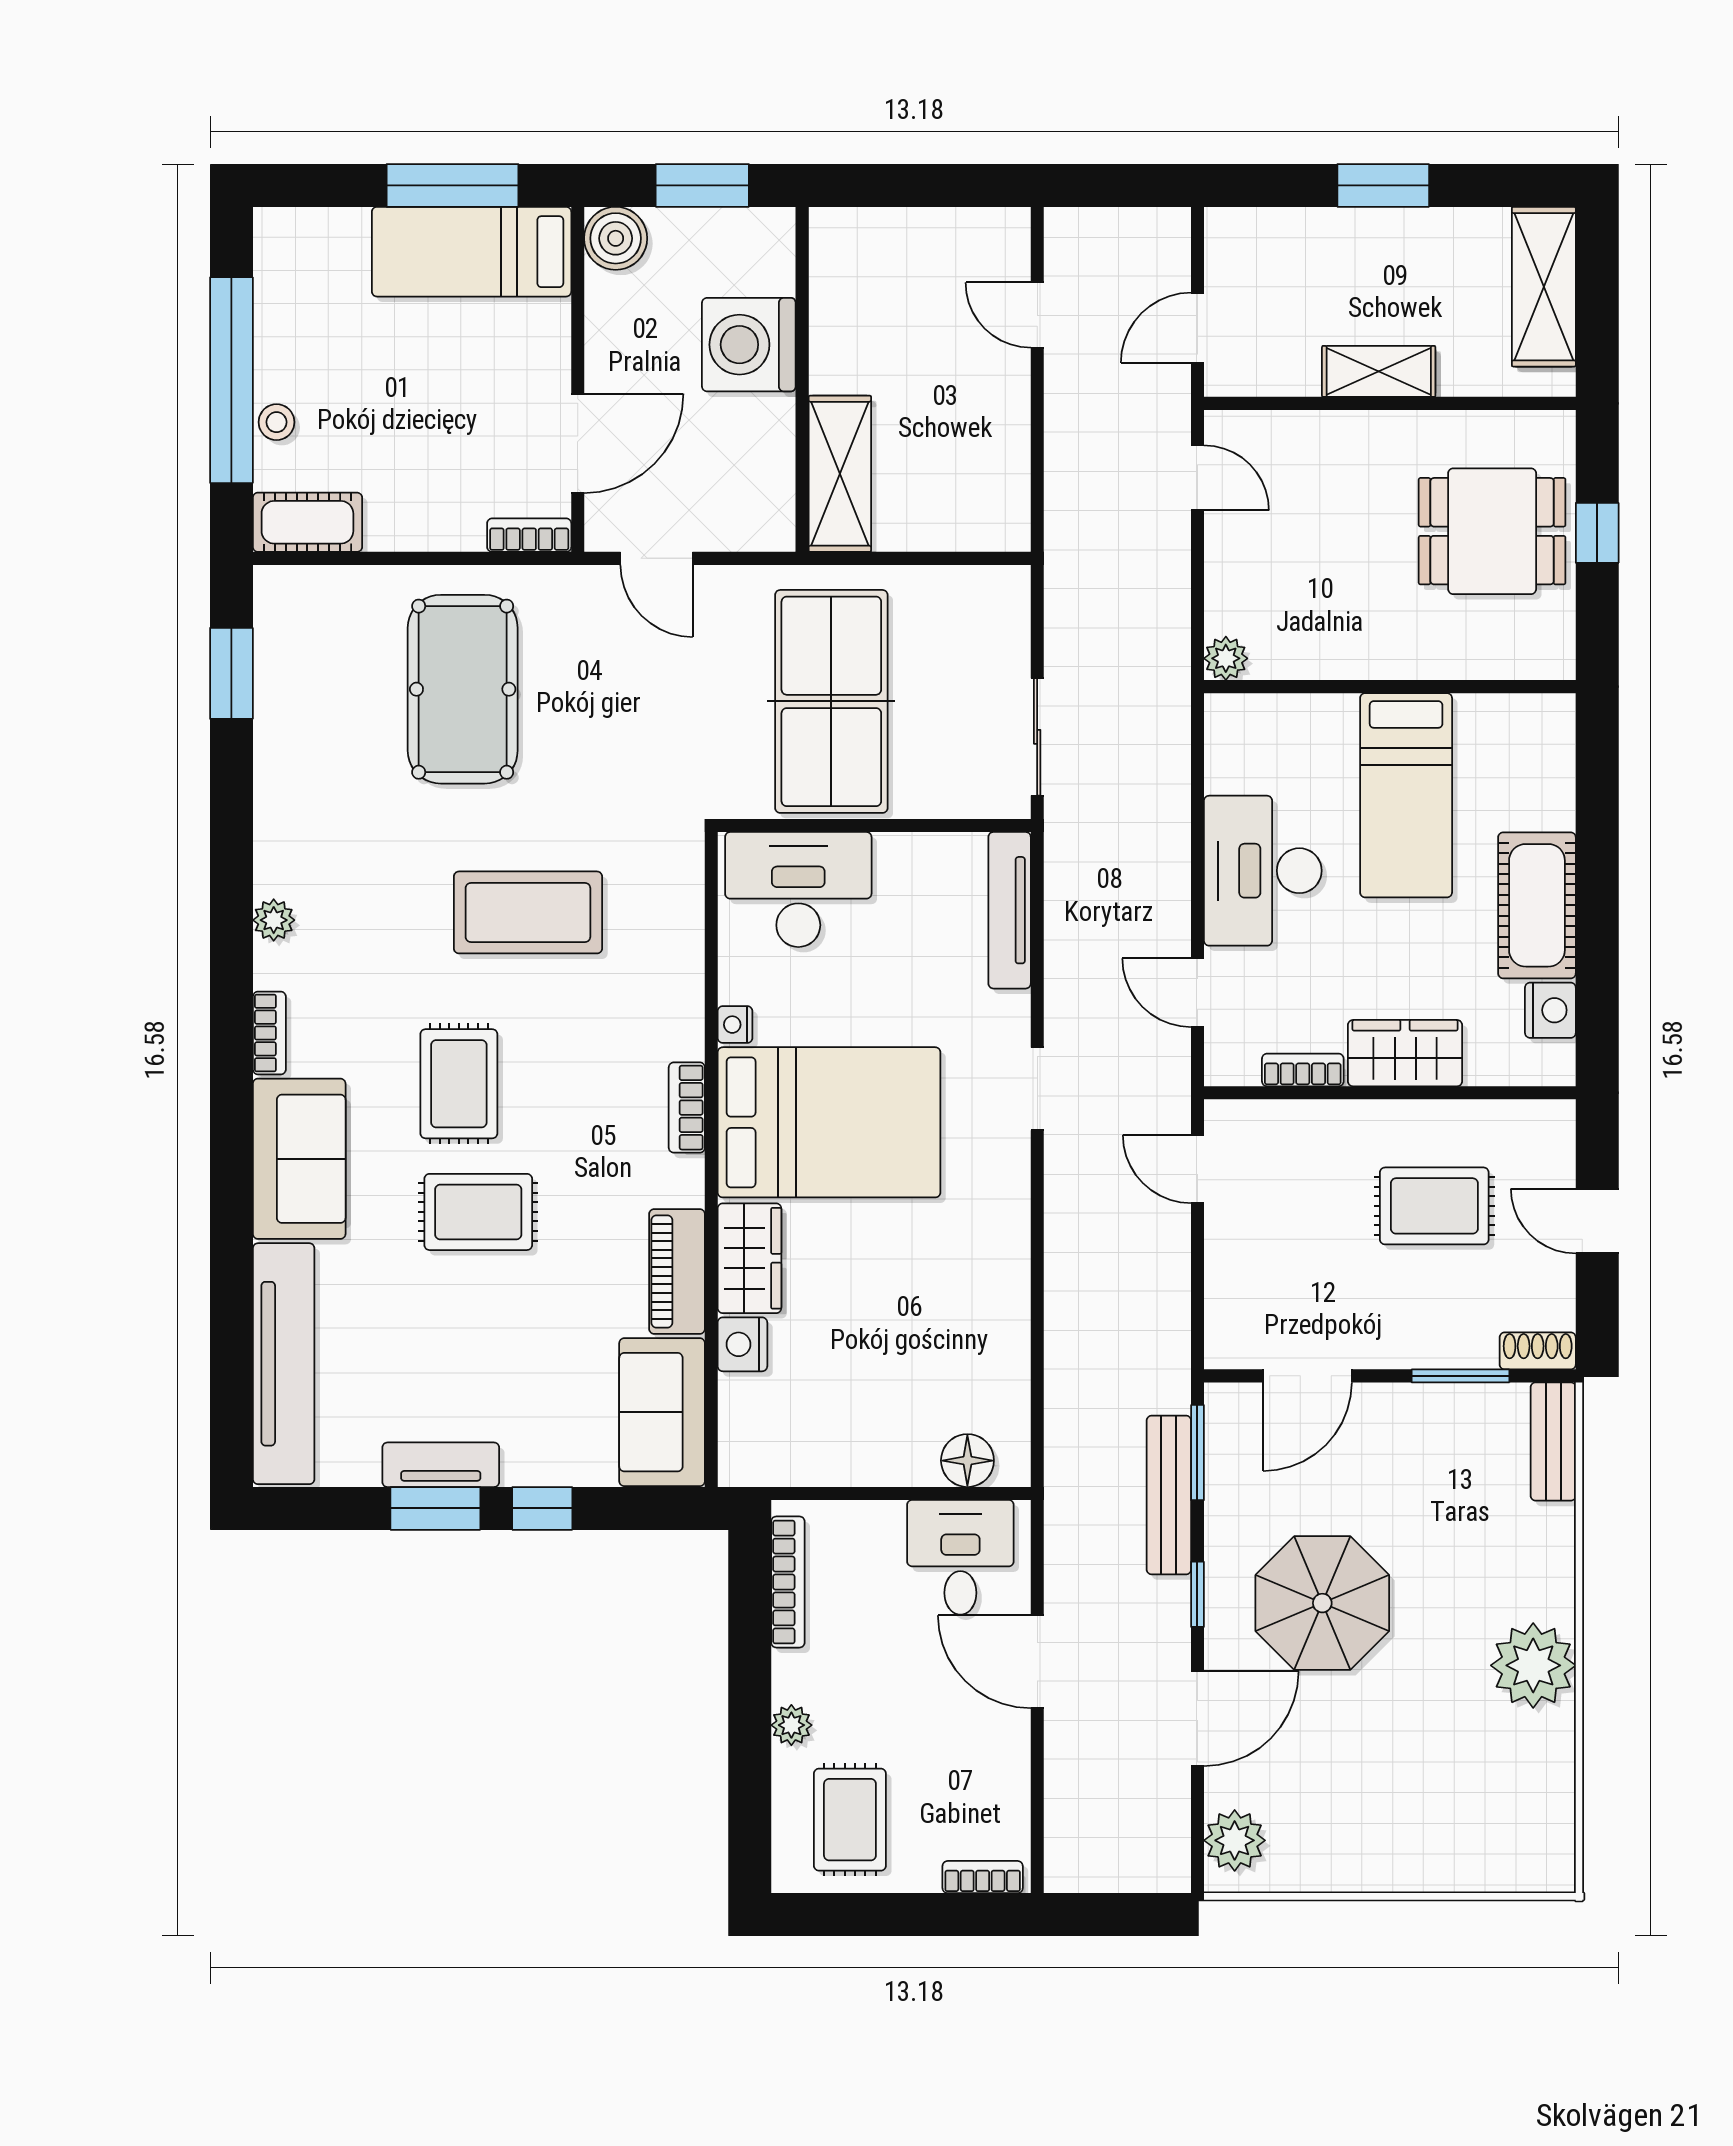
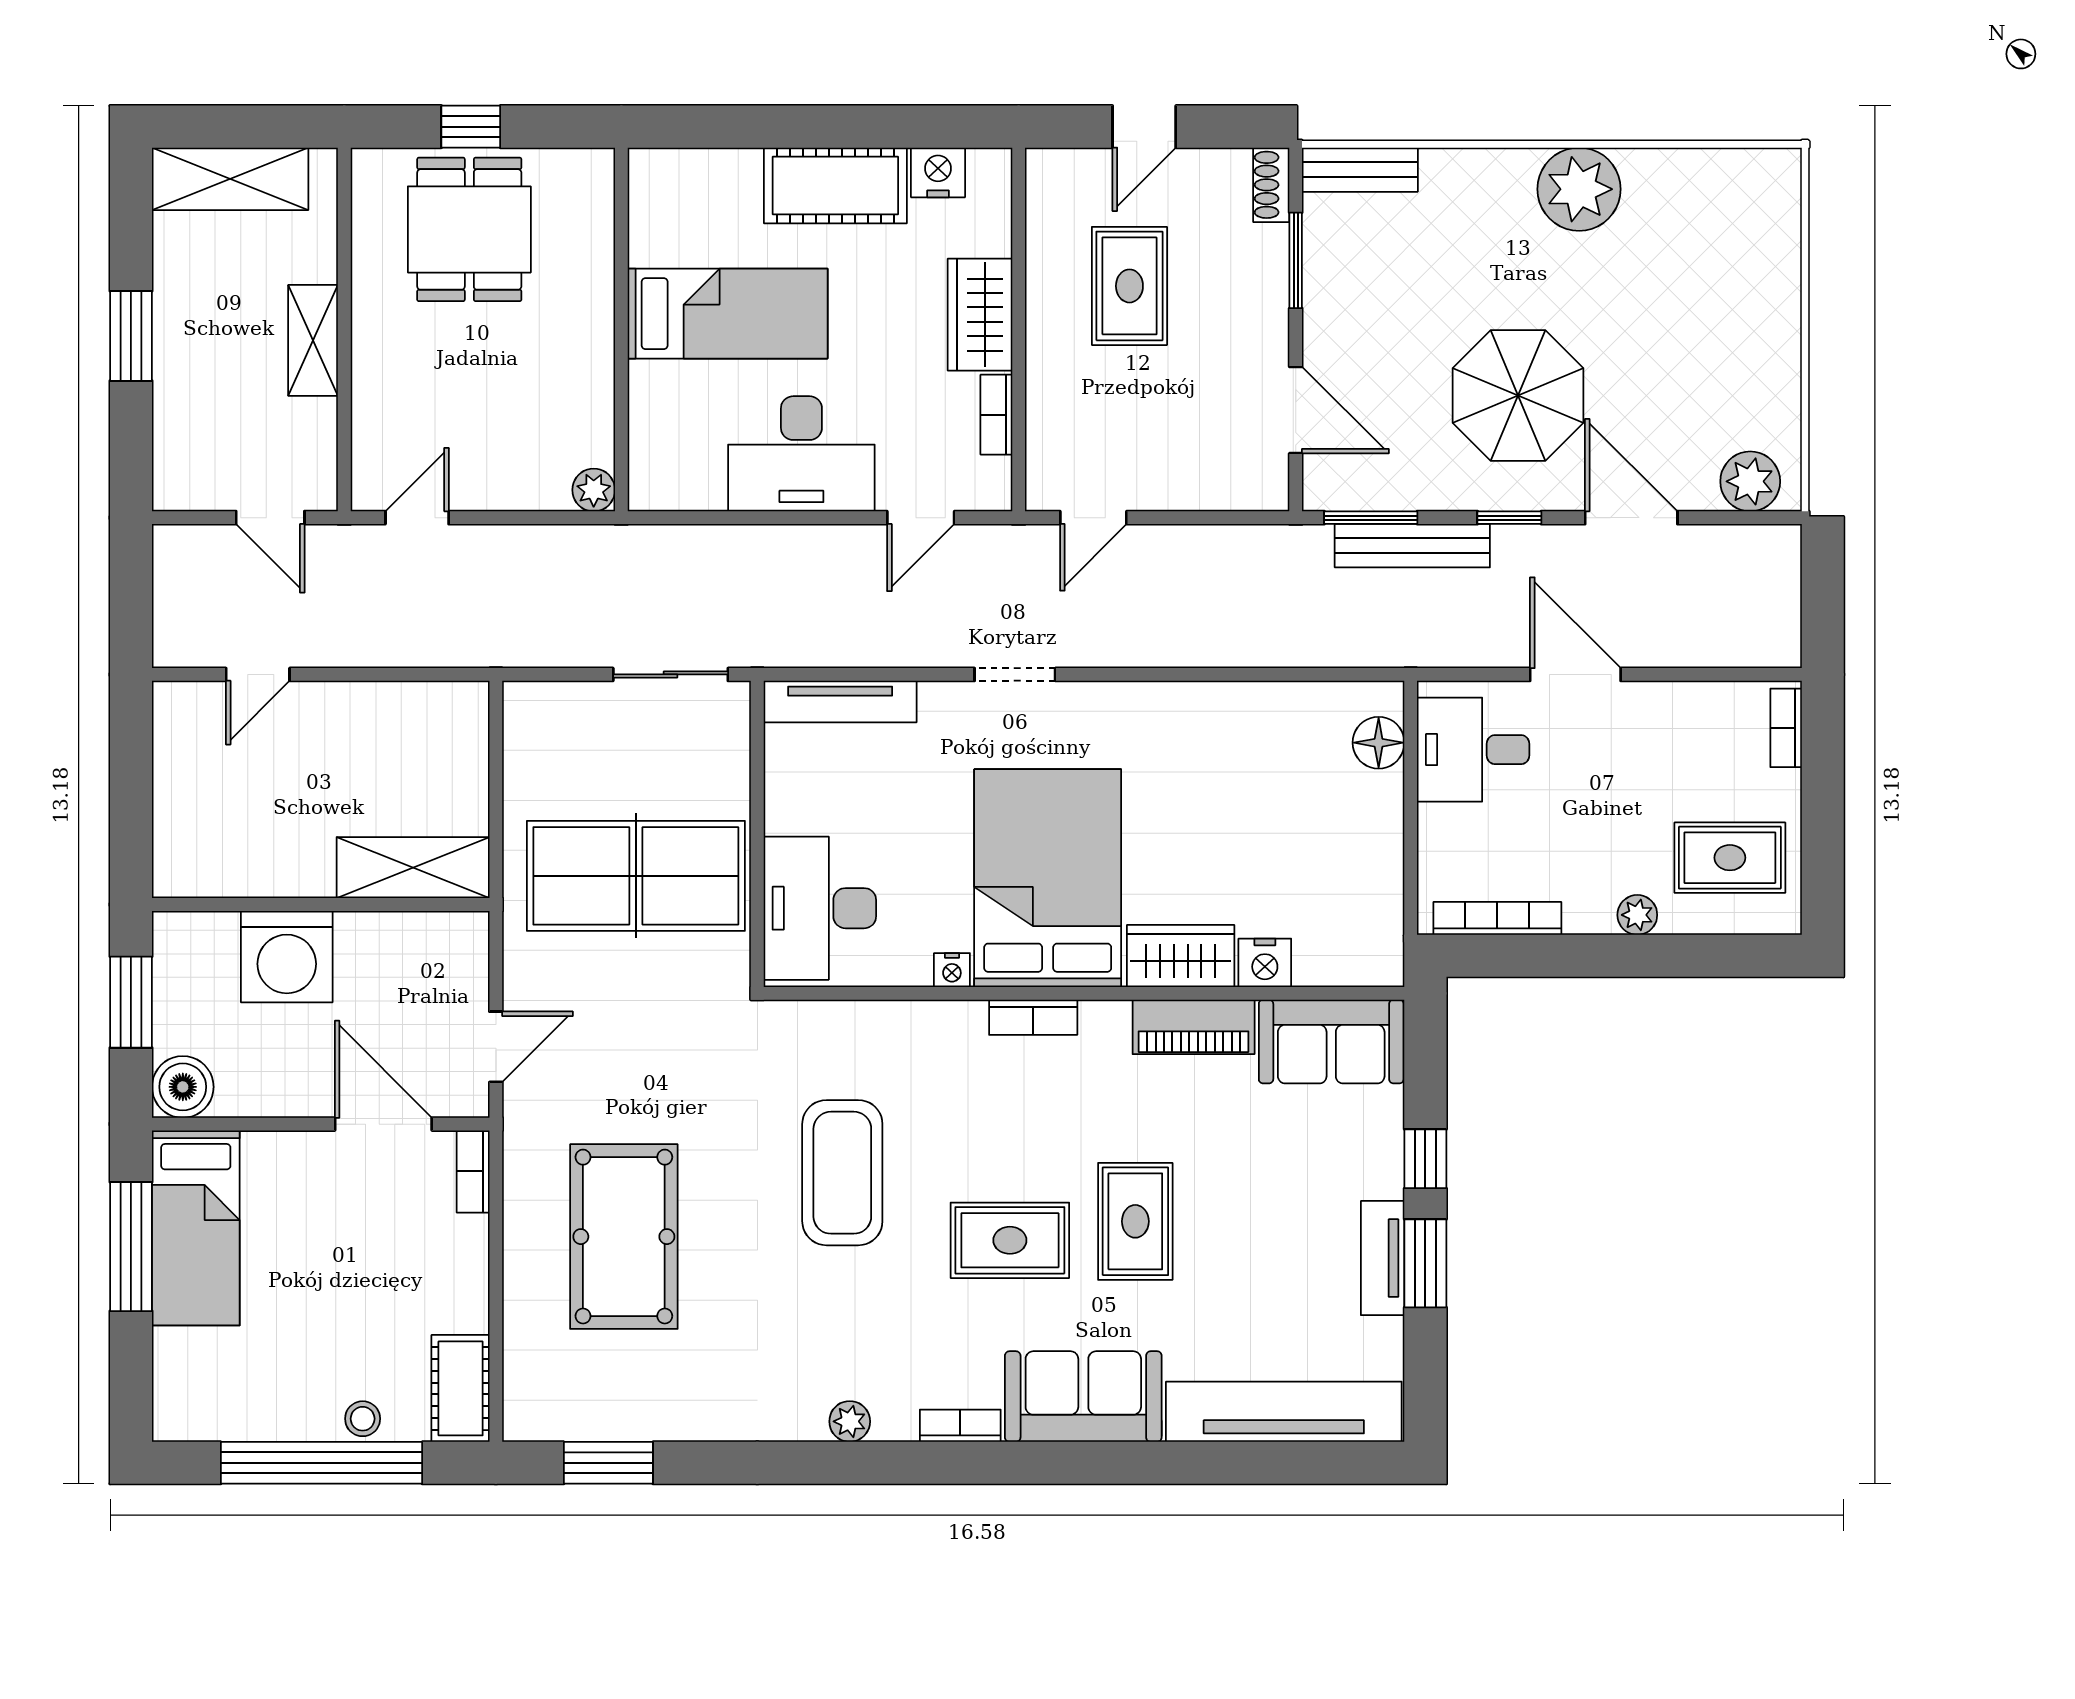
pool table: (463, 689) -> (624, 1237), turned 90
door: (1037, 1662) -> (1575, 674), swing flipped

